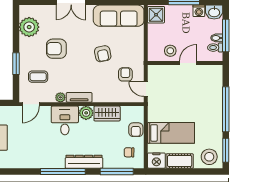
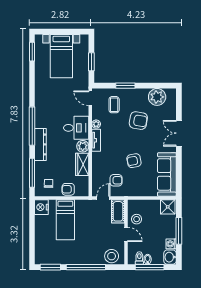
armchair: (56, 49) -> (138, 121), turned 100
stool: (209, 157) -> (112, 256), moved
cot: (180, 161) -> (118, 211), moved

